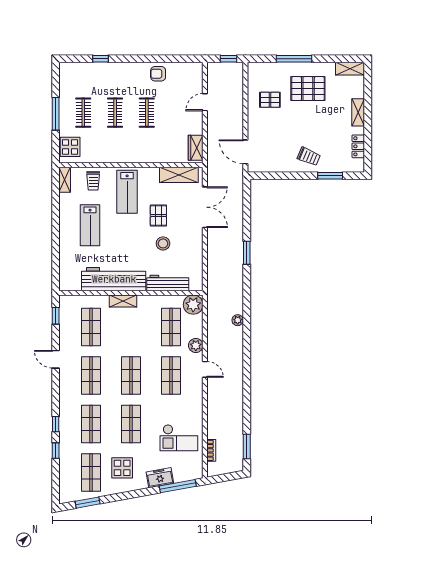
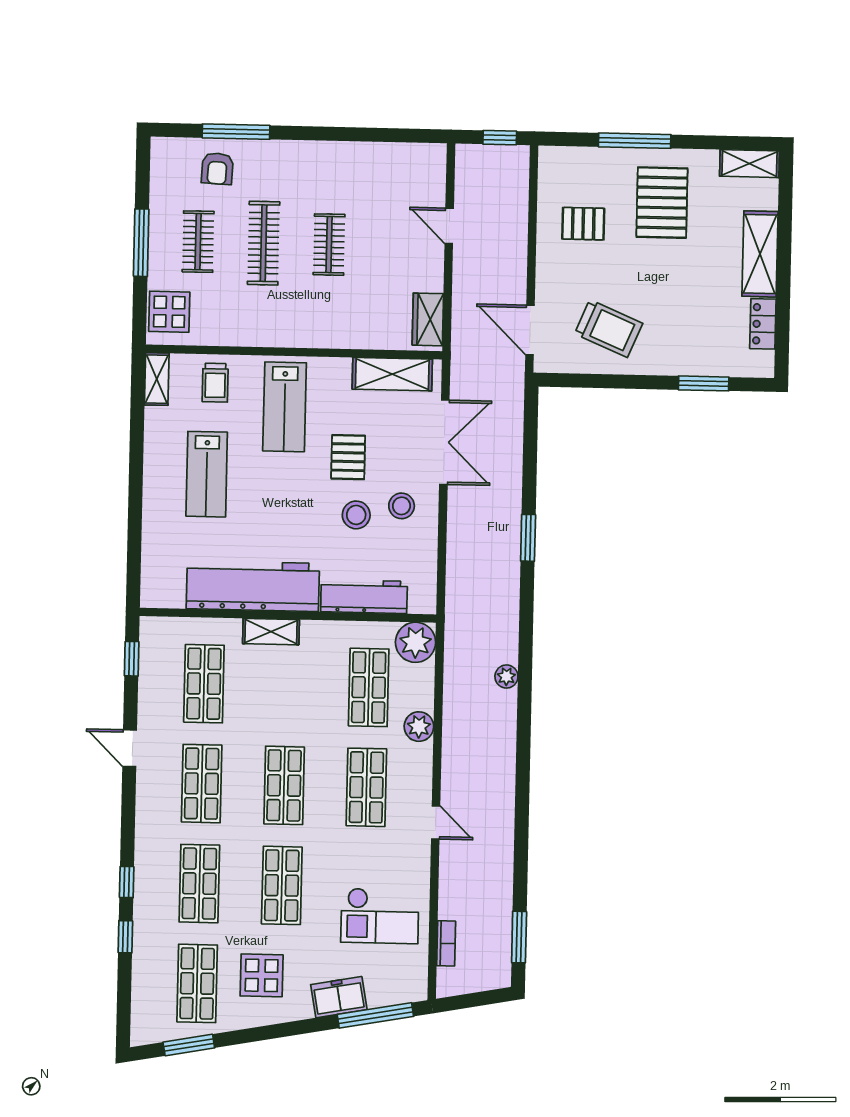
window: (100, 59) -> (236, 132), width x2.17
armchair: (158, 74) -> (217, 169), moved, turned -87
pallet: (308, 89) -> (662, 203), turned 90
door: (205, 102) -> (449, 226), hinge flipped
shelving: (358, 112) -> (760, 254), width x1.50, depth x1.33
clothes rail: (115, 113) -> (264, 243), width x1.36
trolley: (309, 156) -> (609, 329), moved, width x1.36, depth x1.39
stool: (185, 239) -> (402, 506), added
door: (205, 369) -> (436, 822), moved

